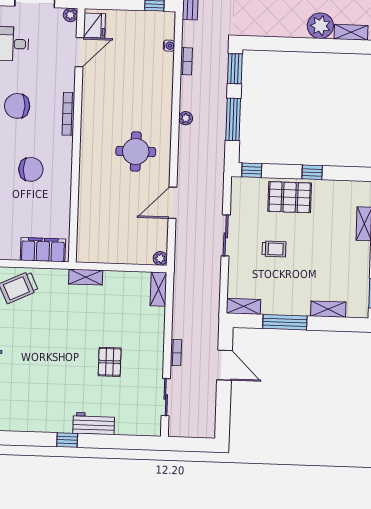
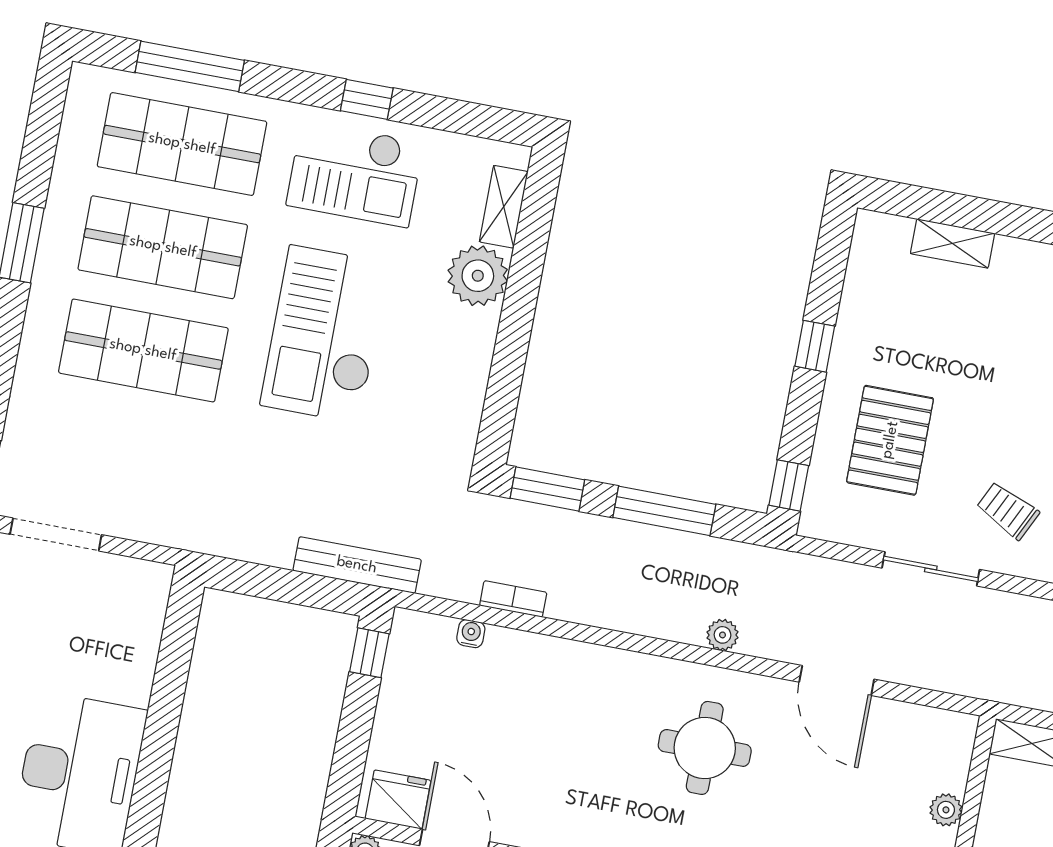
plant: (186, 118) -> (722, 635), moved
pallet: (290, 197) -> (890, 440), moved
trolley: (274, 249) -> (1008, 510), moved, turned -64
plant: (160, 258) -> (946, 810), moved

